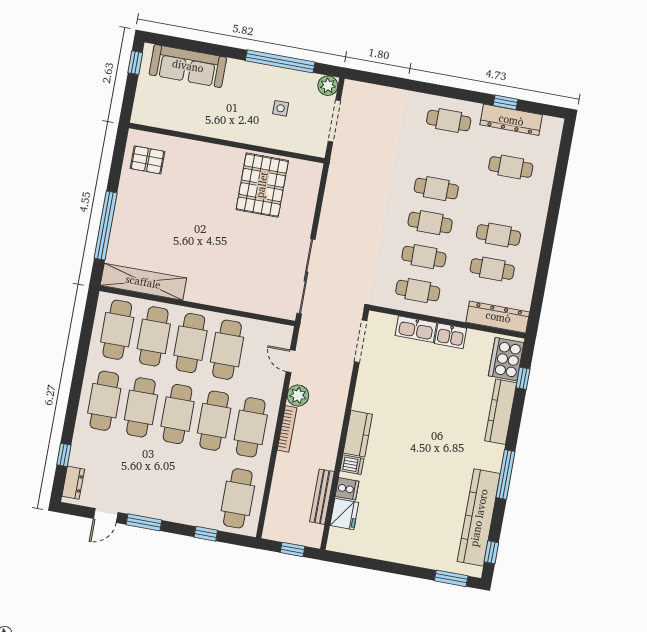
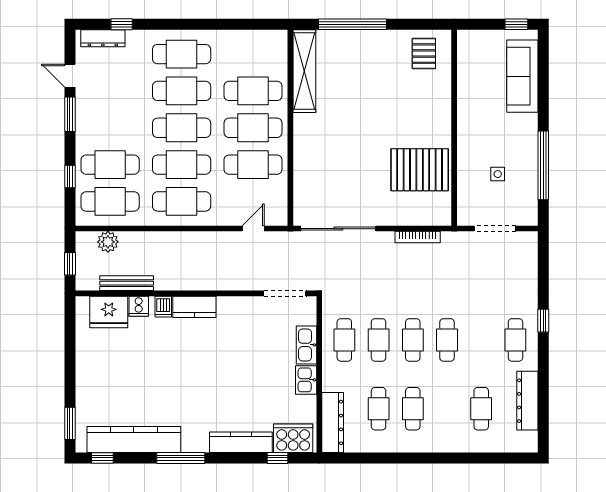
plant: (328, 86) -> (528, 216), removed
window: (505, 102) -> (543, 321), moved
cafe table: (117, 330) -> (110, 165), moved
plant: (298, 395) -> (108, 242), moved
bookcase: (287, 429) -> (418, 237), moved
dresser: (73, 483) -> (103, 38), width x1.44
fridge: (344, 514) -> (109, 312), width x1.36, depth x1.34

